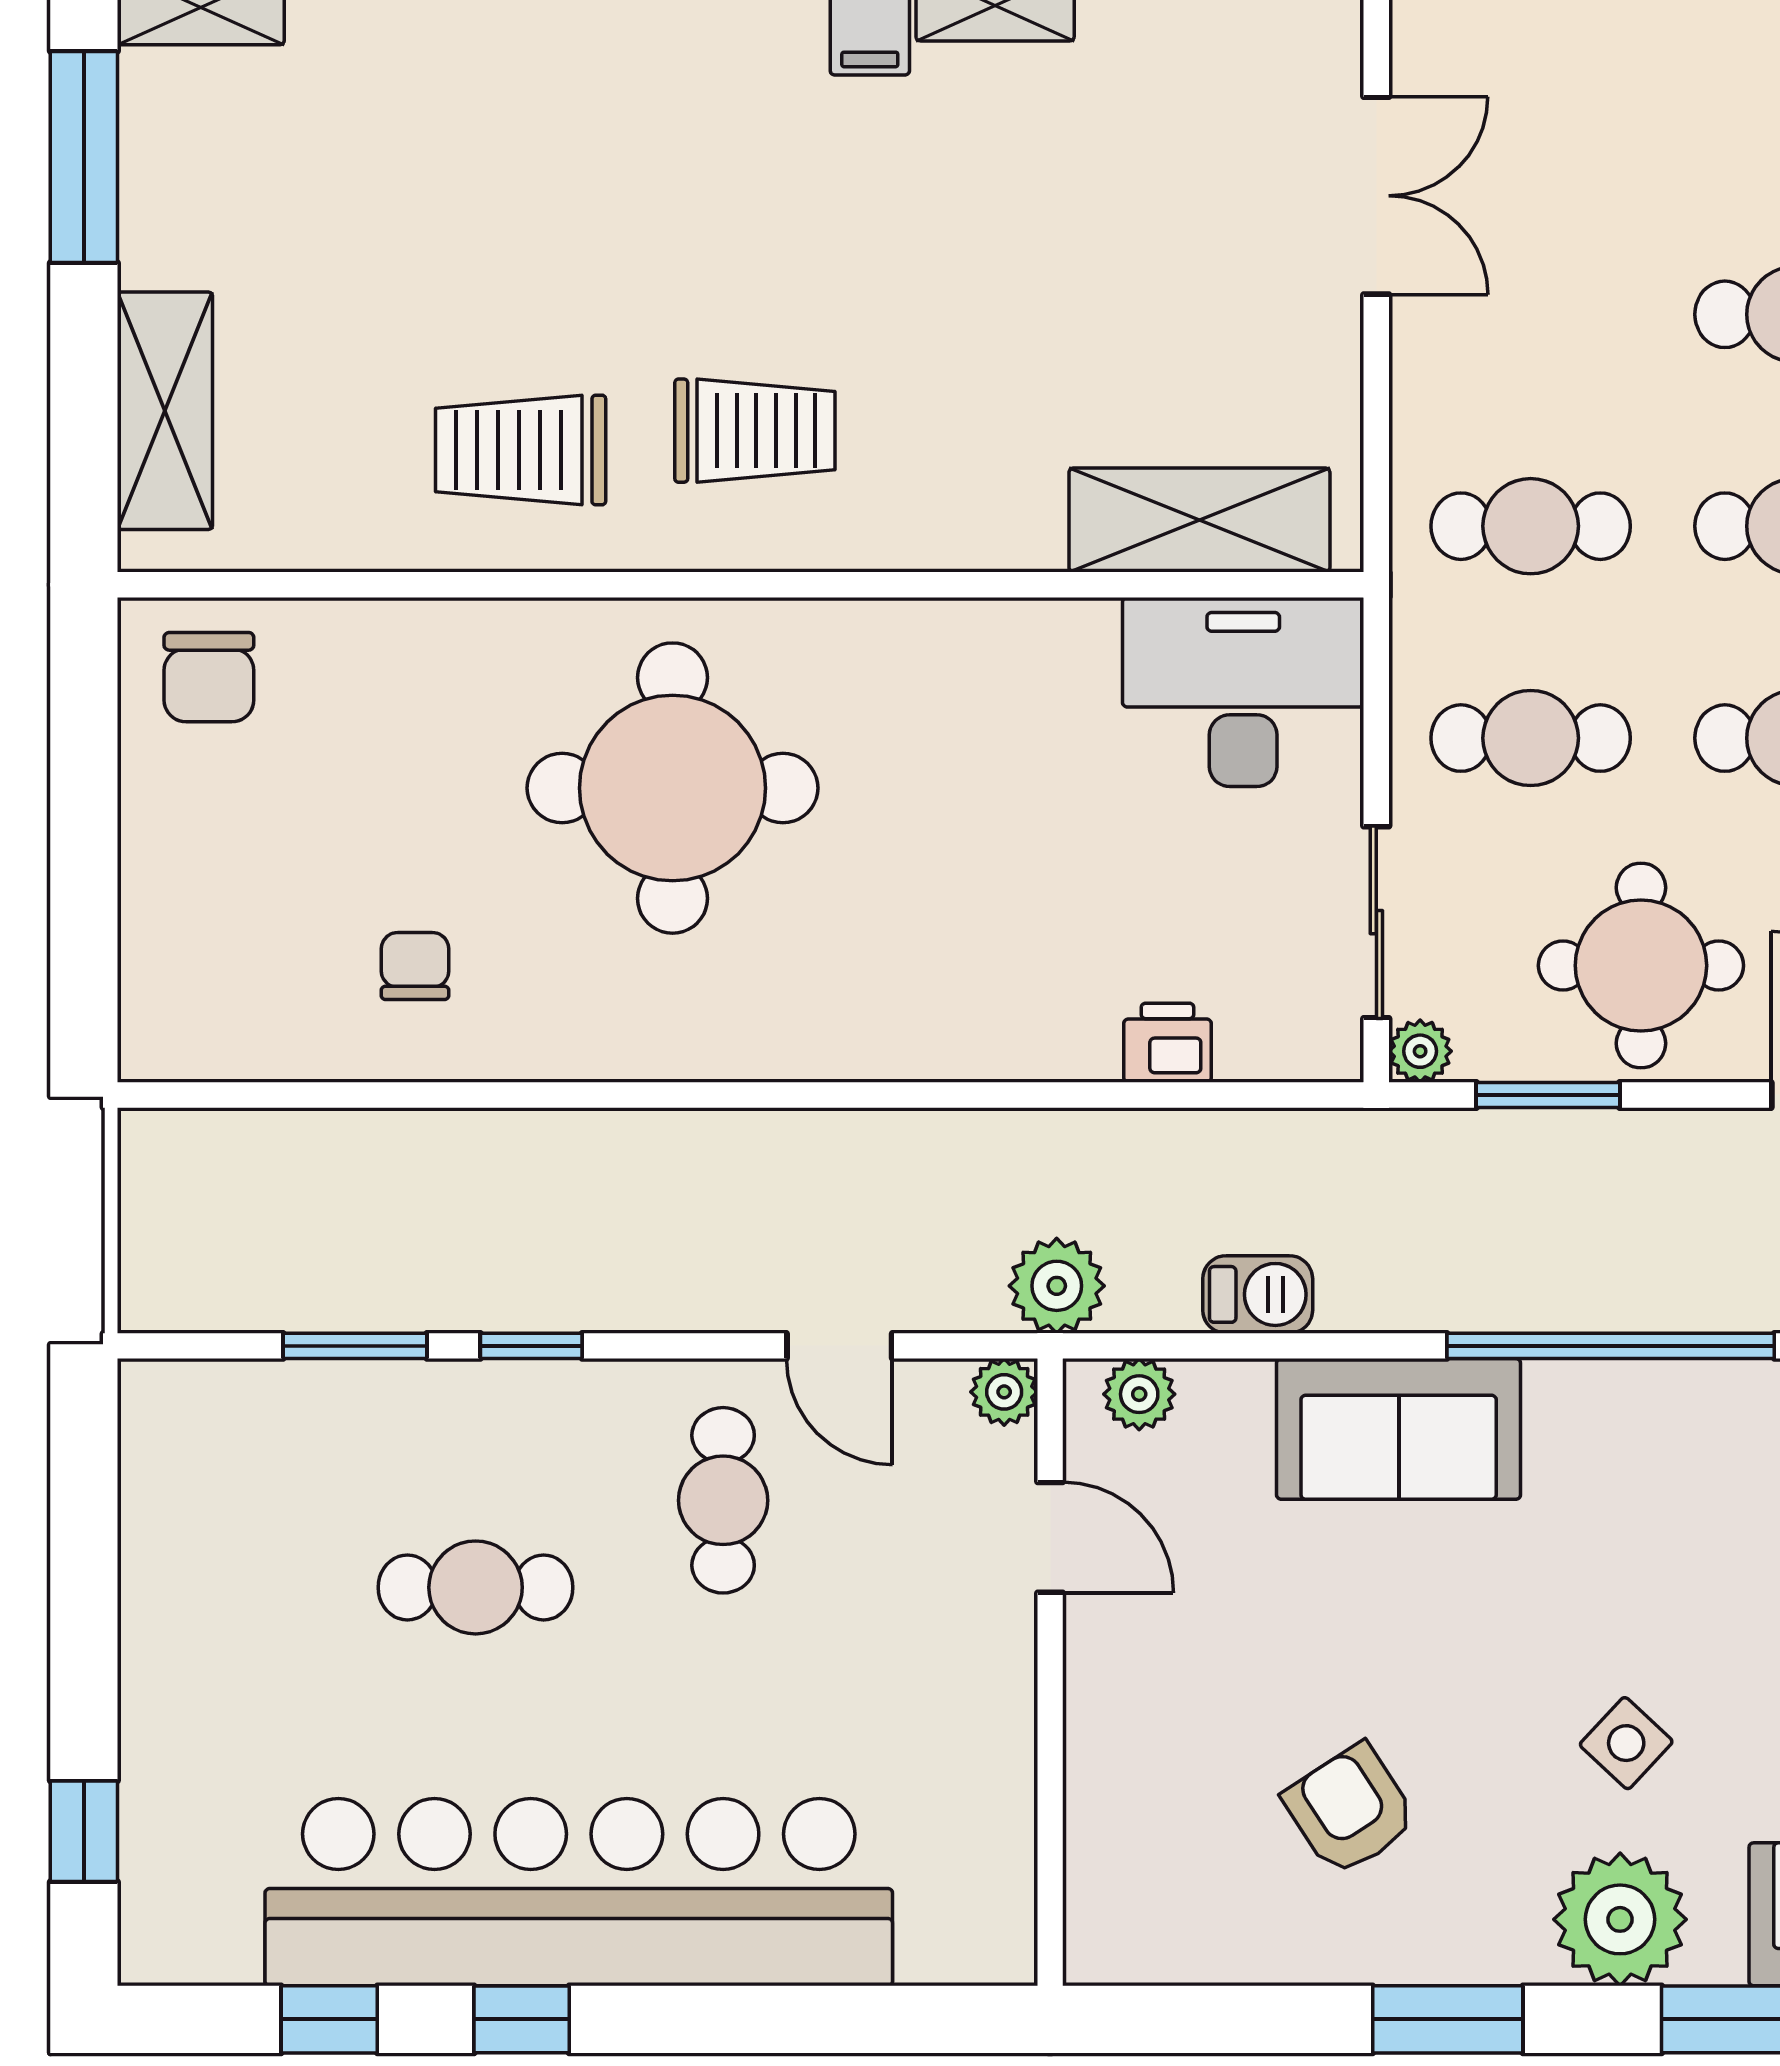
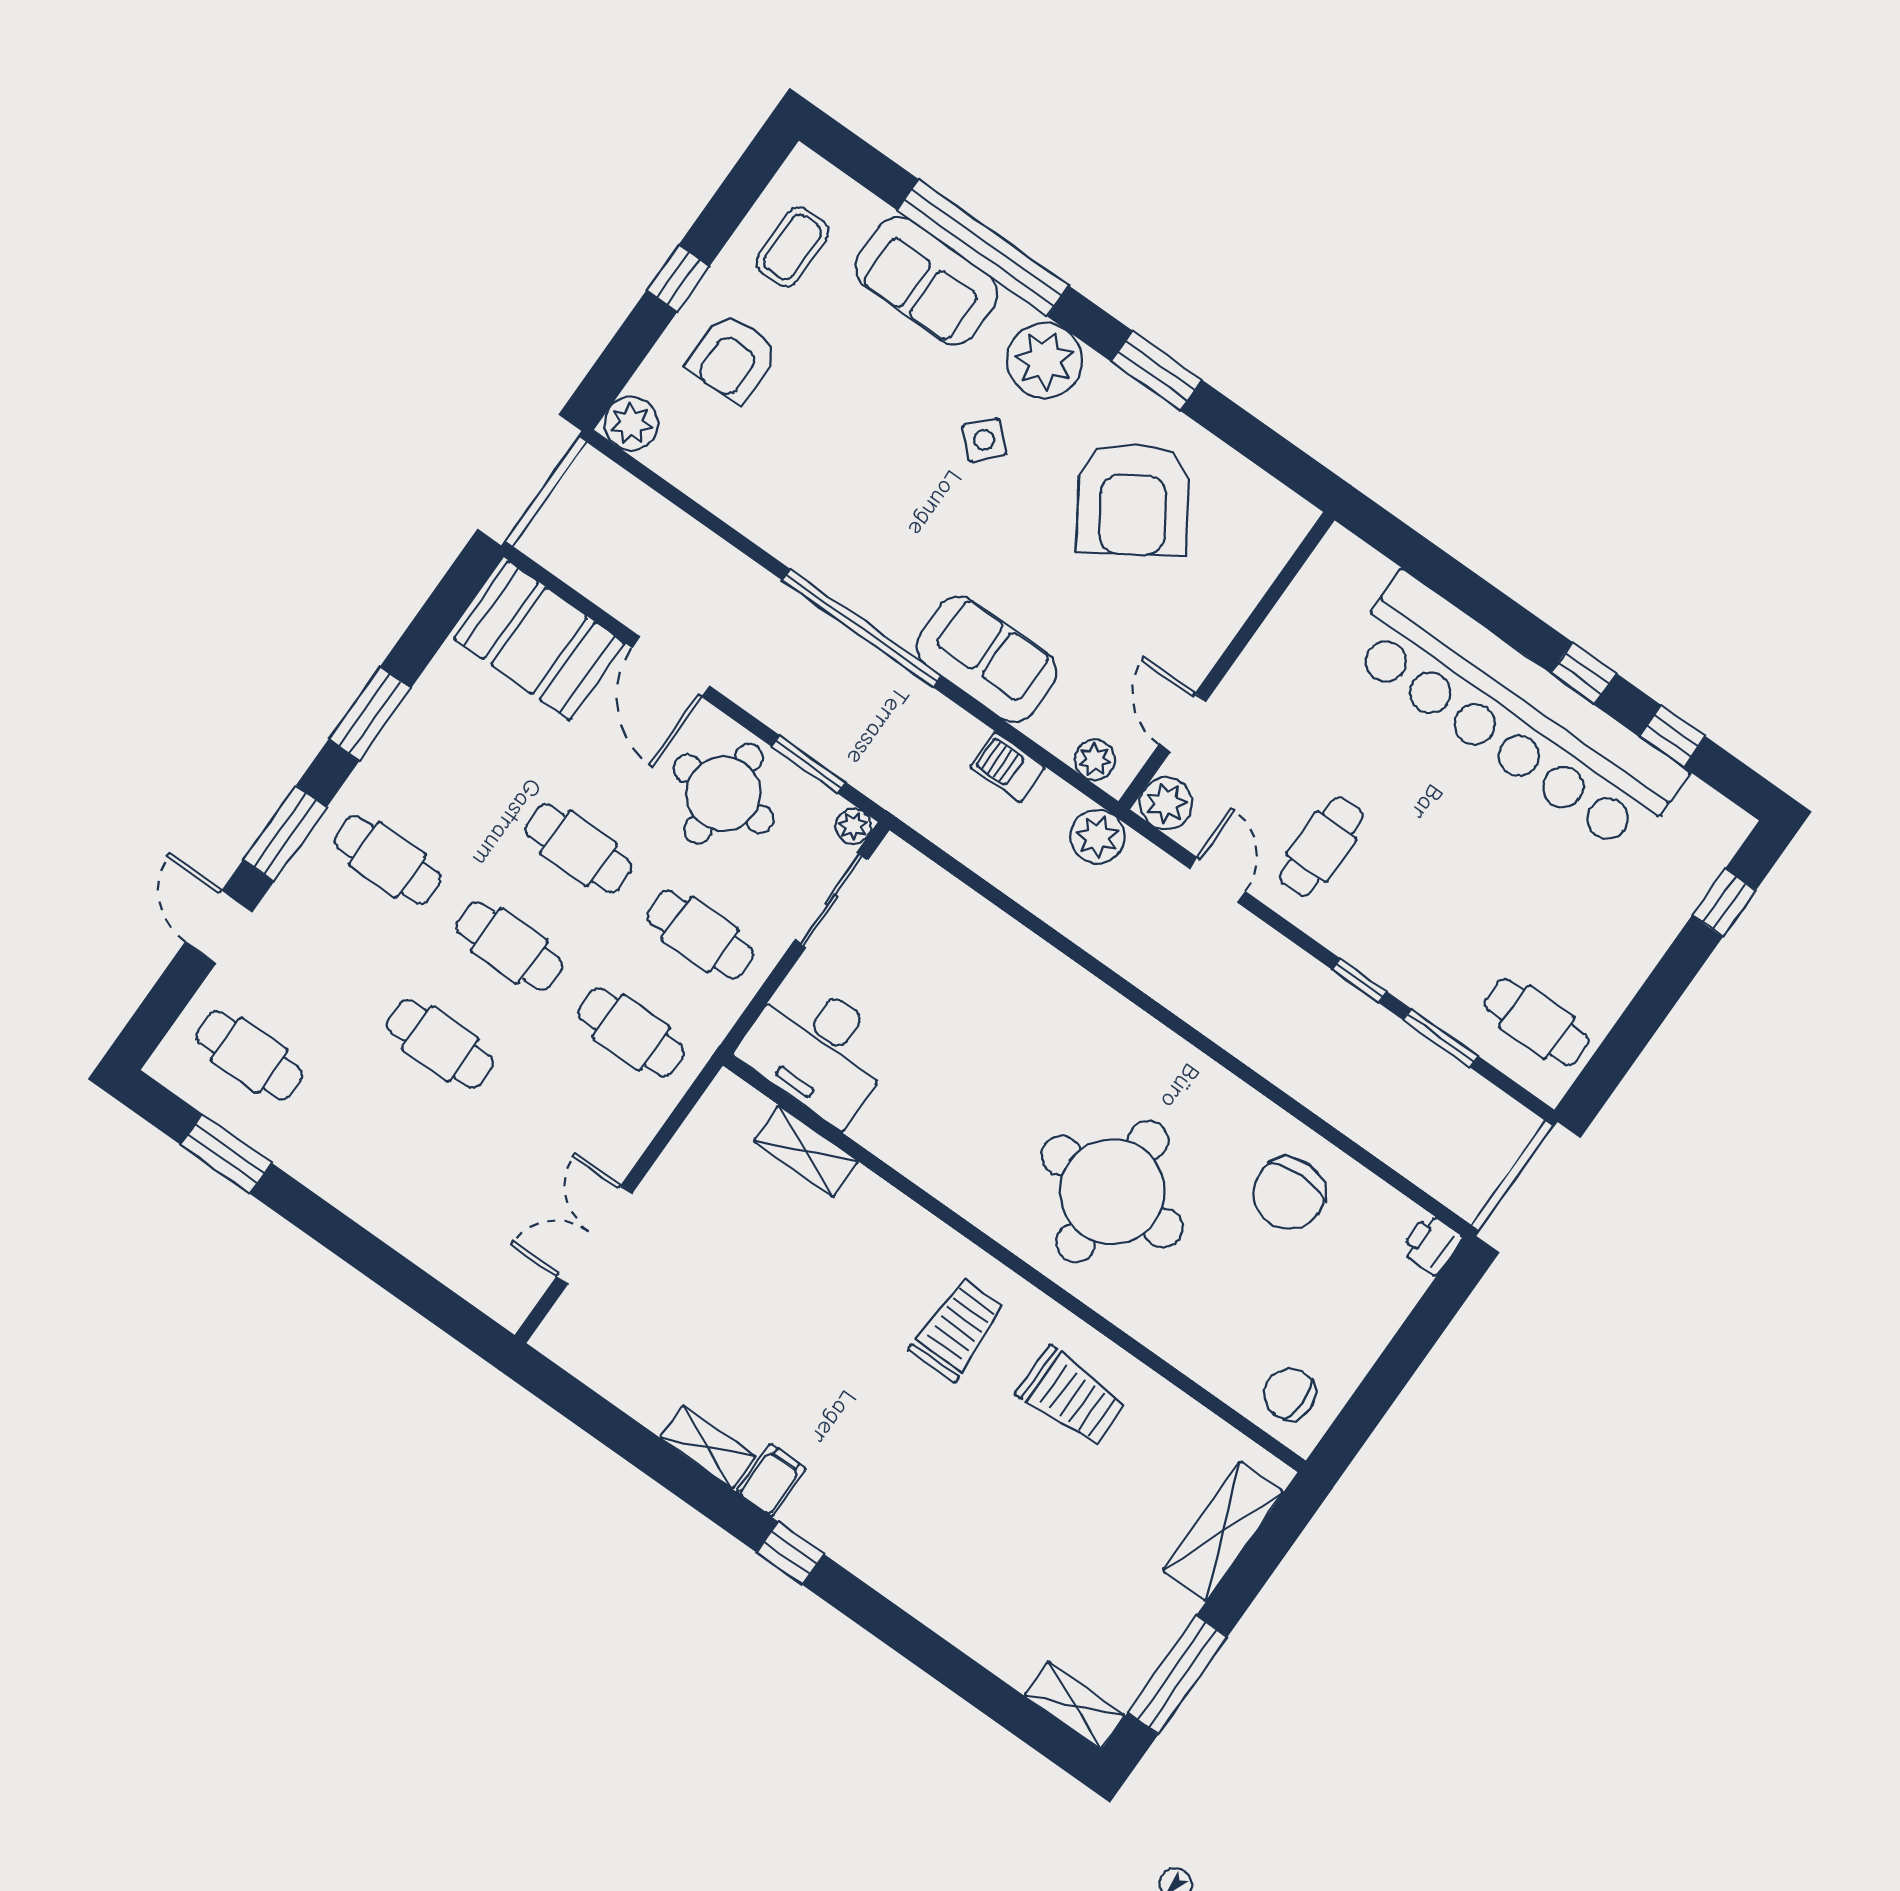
trolley: (755, 431) -> (957, 1329), turned 90
shelving: (1199, 520) -> (806, 1151), width x0.67, depth x0.75
chair: (209, 677) -> (1290, 1394), turned -90
chair: (415, 966) -> (1289, 1194), width x1.87, depth x1.87
printer: (1167, 1043) -> (1432, 1244), moved, turned 90
plant: (1004, 1392) -> (1166, 803), width x1.38, depth x1.38
cafe table: (476, 1587) -> (1537, 1022), moved
armchair: (1350, 1810) -> (1133, 499), width x1.88, depth x1.88

